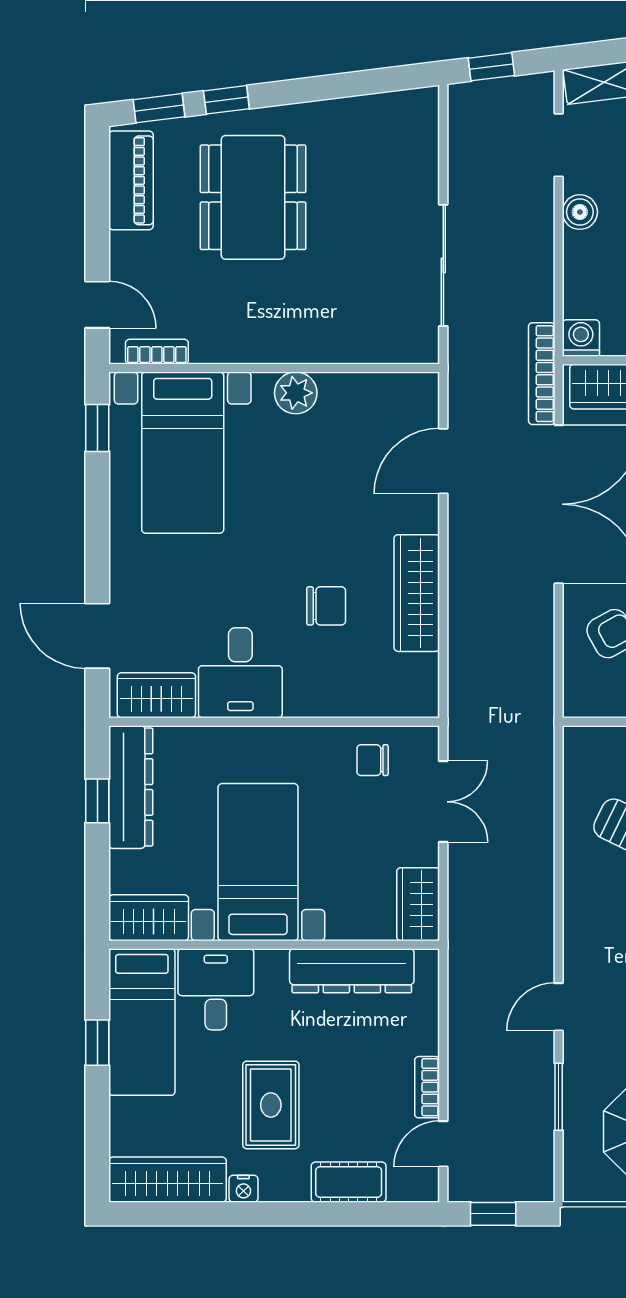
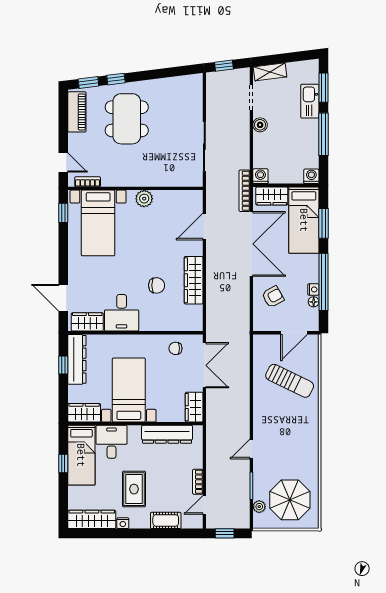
double door: (443, 802) -> (204, 365), width x1.37
plant: (578, 1148) -> (259, 507), added

